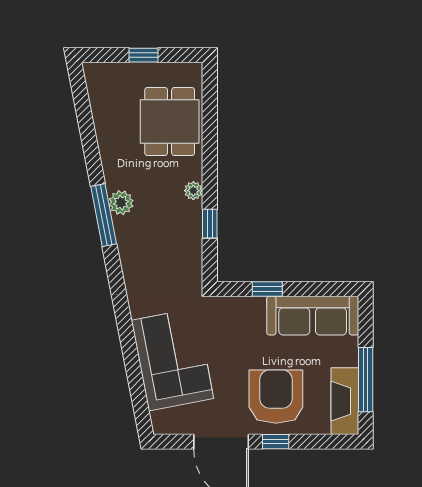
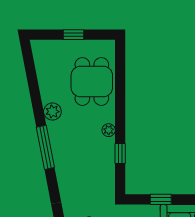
plant: (121, 203) -> (52, 111), moved

